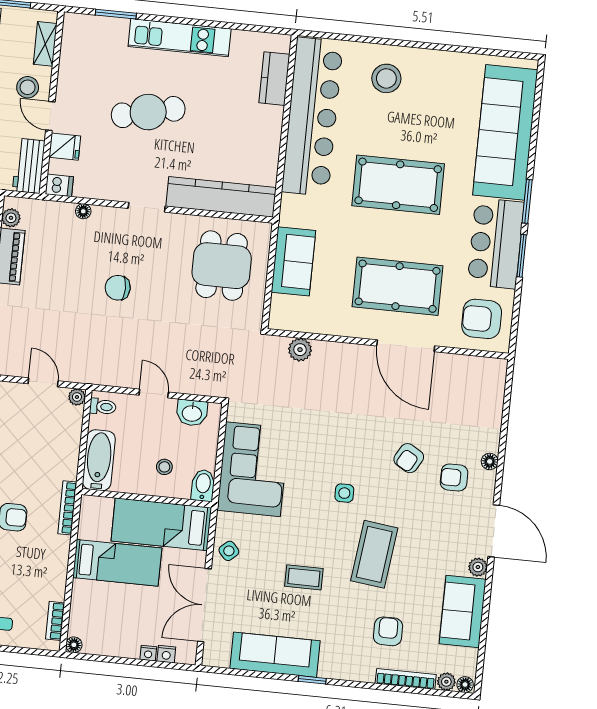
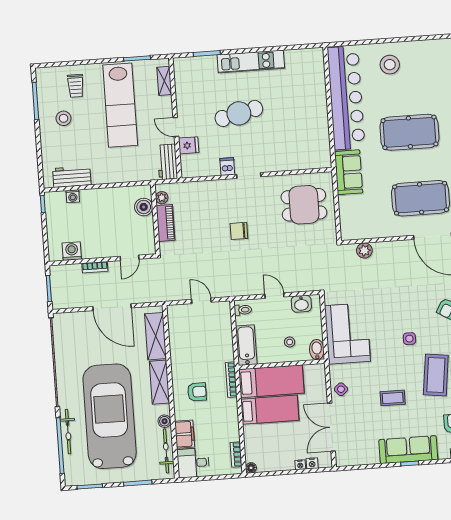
kitchen counter: (274, 79) -> (317, 77), removed
stool: (28, 87) -> (158, 111), removed
dishwasher: (59, 185) -> (227, 166), moved, turned -90
kitchen counter: (221, 197) -> (296, 160), removed
floor lamp: (83, 211) -> (208, 185), removed
sofa: (293, 261) -> (349, 172), moved
dining table: (222, 266) -> (304, 205), turned 90
plant: (77, 397) -> (225, 307), removed
bed: (161, 524) -> (271, 381), moved, turned 180
sofa: (275, 655) -> (408, 450), moved

